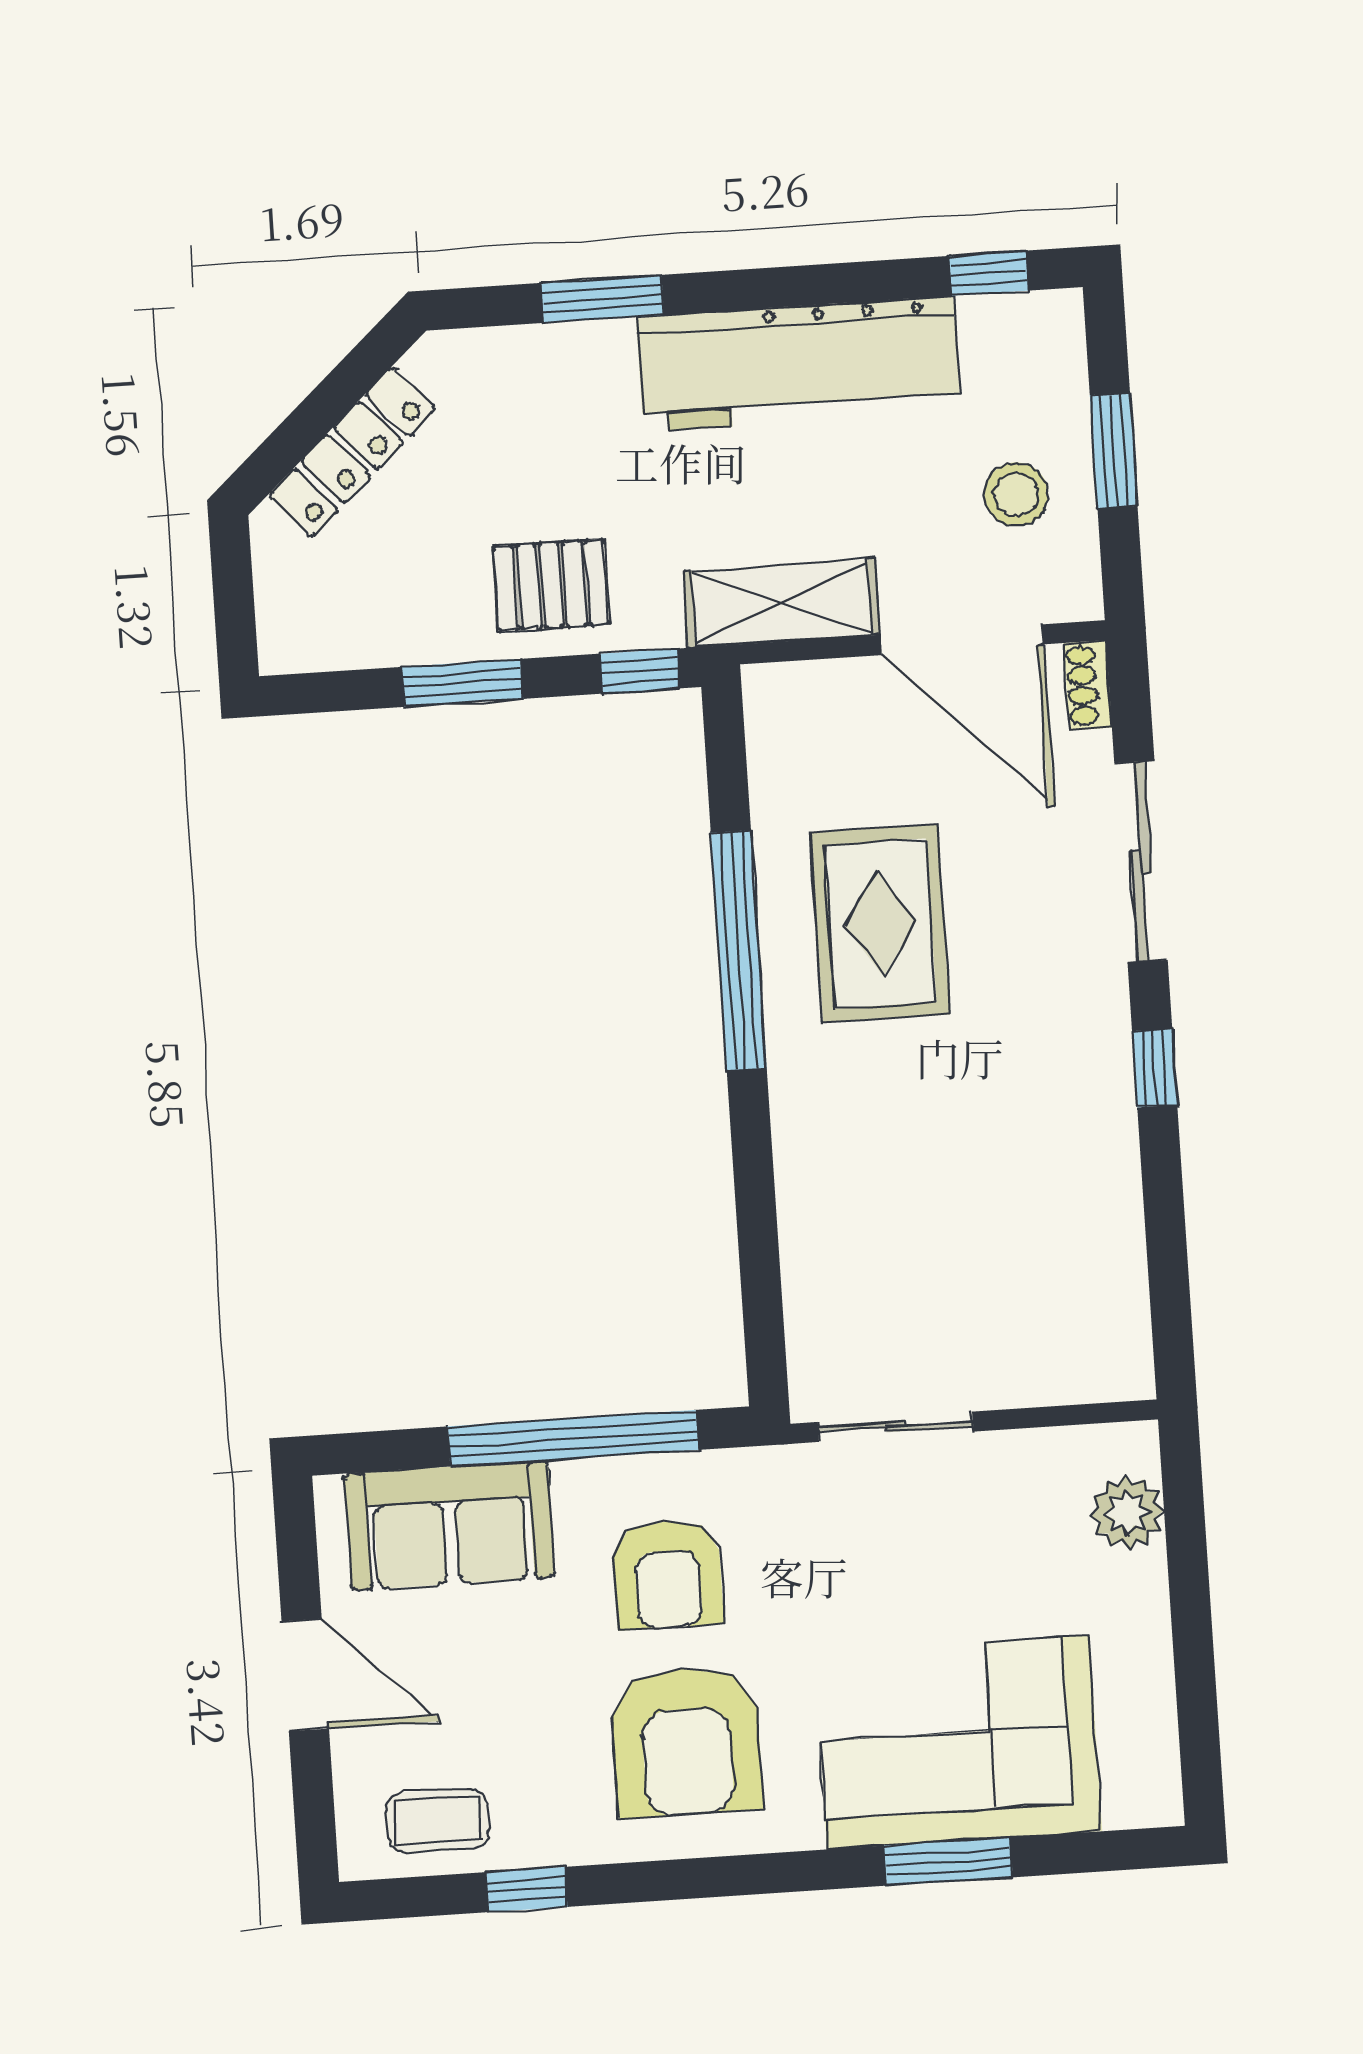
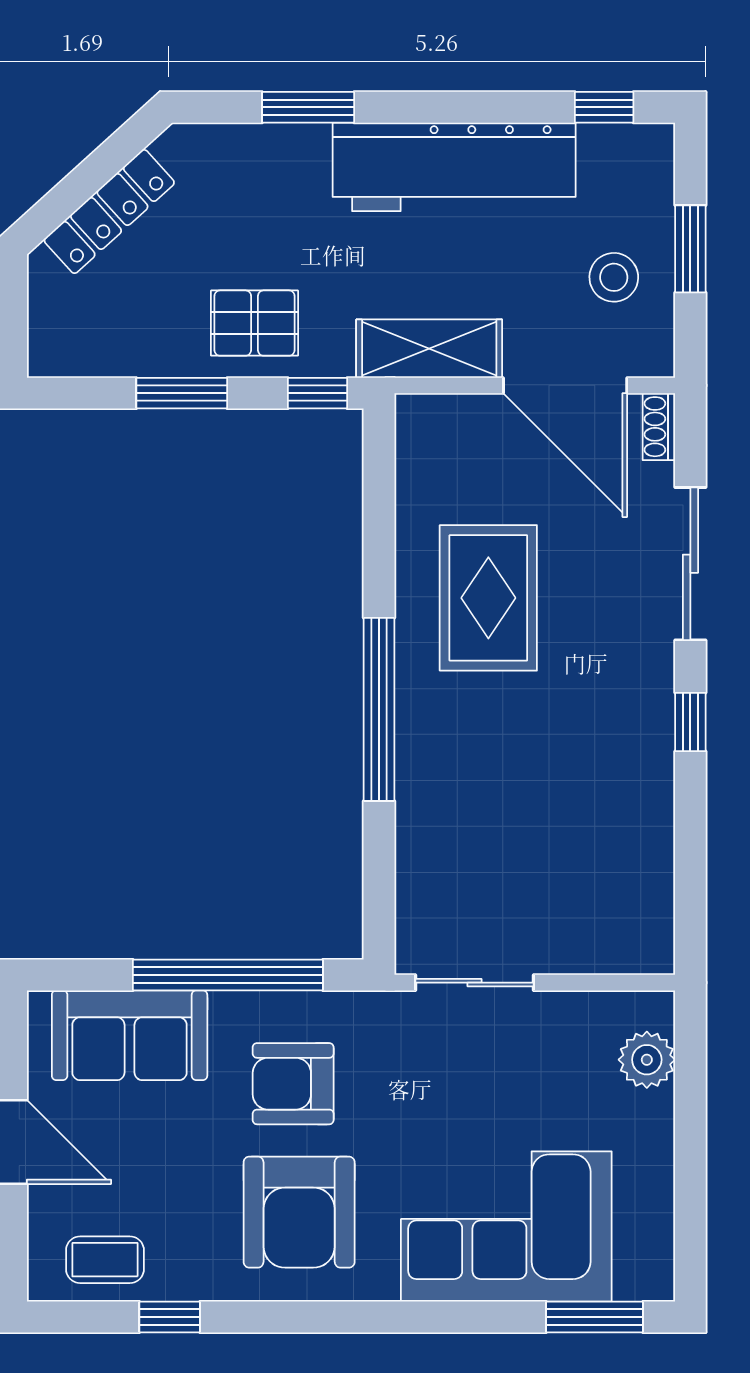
window: (739, 951) -> (379, 709), moved
armchair: (668, 1574) -> (293, 1084), turned 90
window: (948, 1862) -> (594, 1317), moved

